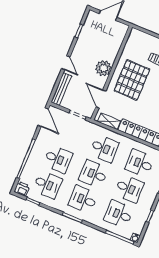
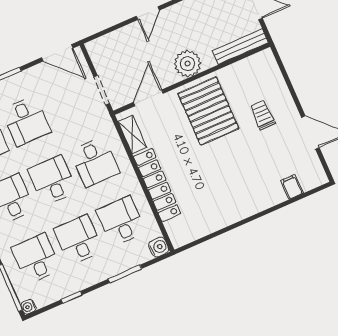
pallet: (132, 80) -> (208, 111), turned 90
bench: (61, 89) -> (240, 47), moved
door: (43, 117) -> (57, 53), hinge flipped
desk: (129, 189) -> (78, 240), turned 180

